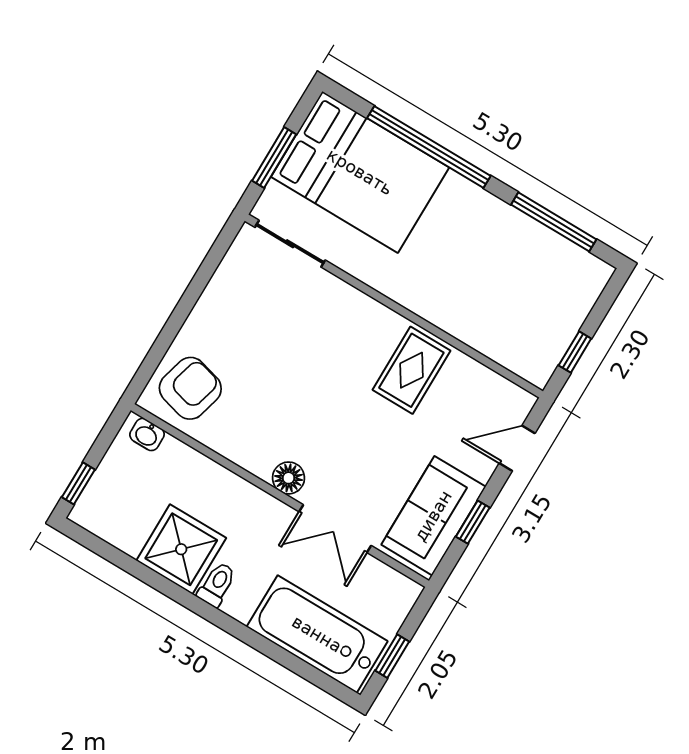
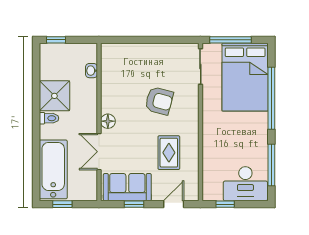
window: (274, 158) -> (231, 40), width x1.44
desk: (560, 291) -> (245, 184), added
rug: (411, 370) -> (169, 153), moved, turned 90
armchair: (190, 388) -> (159, 101), moved
washbasin: (147, 434) -> (91, 71), moved
door: (517, 448) -> (174, 204), hinge flipped

